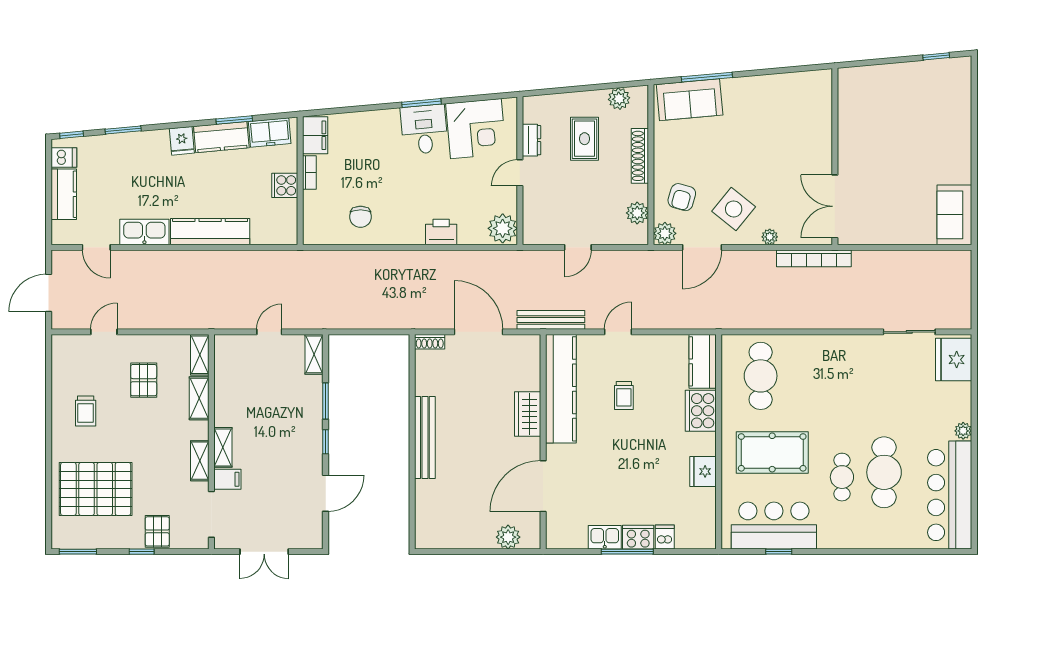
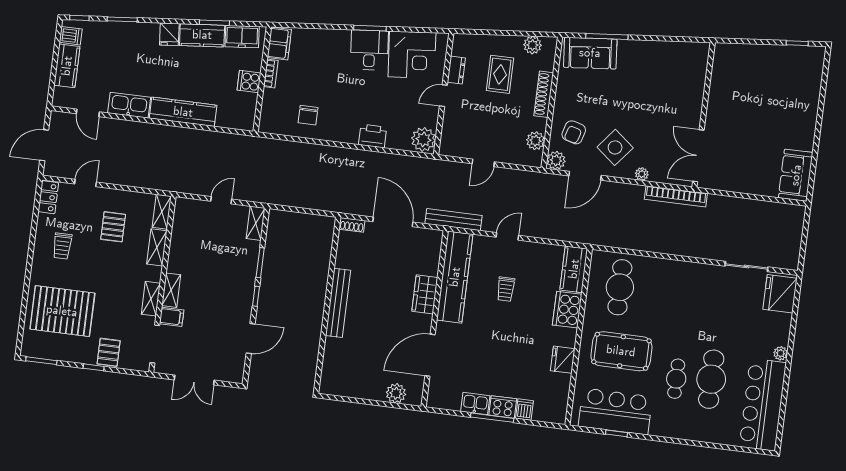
locker: (61, 355) -> (48, 197), added

